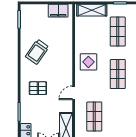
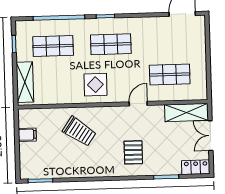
filing cabinet: (58, 11) -> (27, 135), width x0.50
trolley: (37, 52) -> (79, 131), moved
door: (74, 93) -> (138, 104), swing flipped

